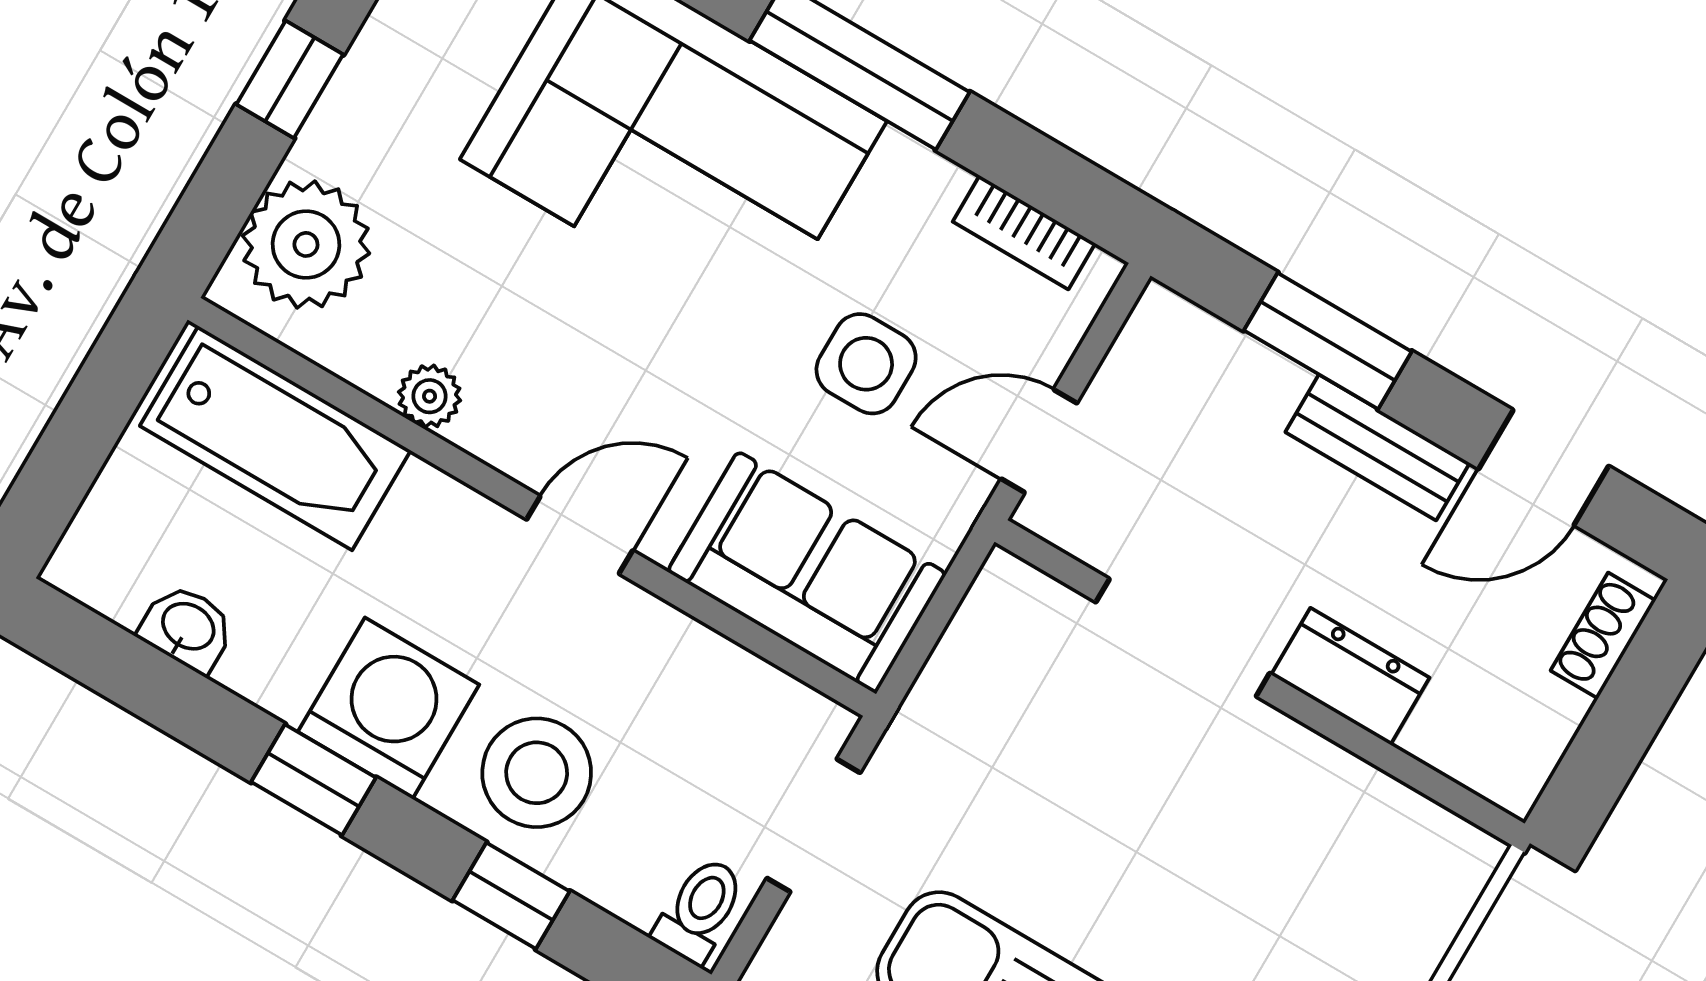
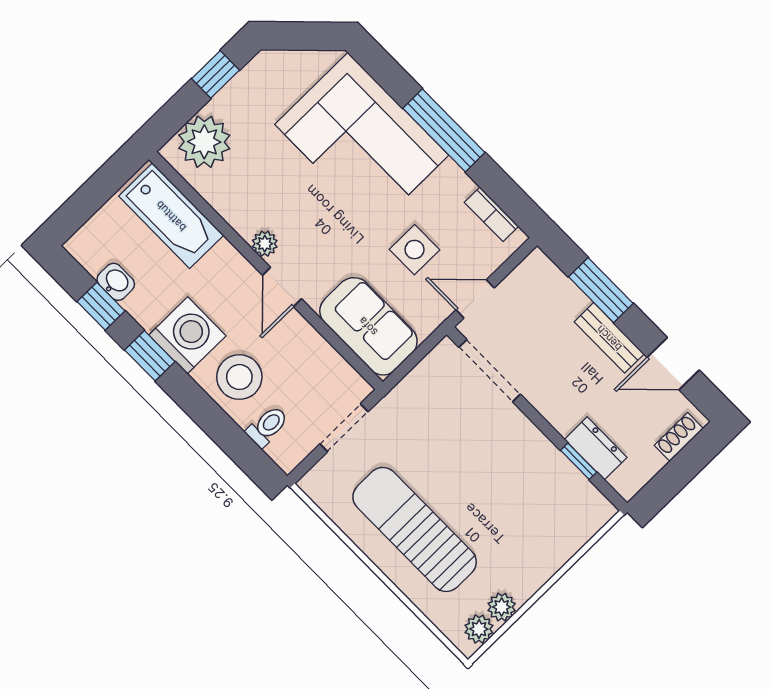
plant: (430, 396) -> (265, 244), moved
door: (580, 535) -> (282, 287), swing flipped
doorway: (1183, 638) -> (490, 371), moved
dresser: (1350, 676) -> (596, 448), moved
window: (1384, 755) -> (579, 461), added
window: (511, 896) -> (101, 306), moved
toilet: (700, 910) -> (267, 426), moved

